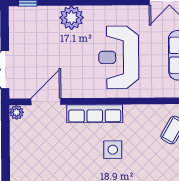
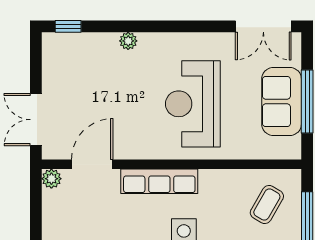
plant: (72, 18) -> (128, 41), width x0.53, depth x0.53

